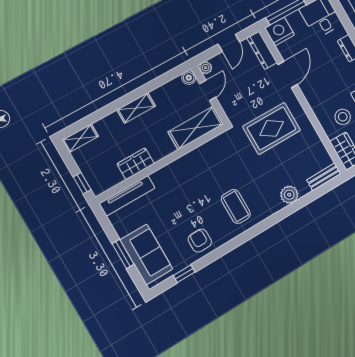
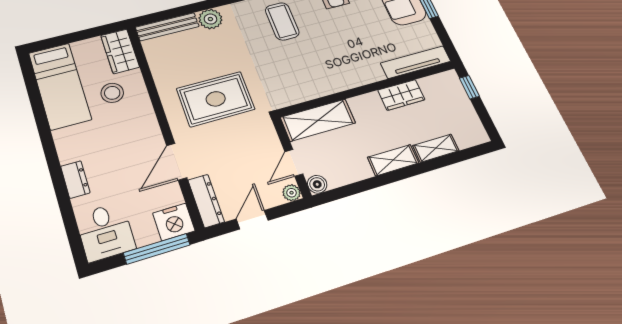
shelving: (80, 138) -> (436, 148), moved
bench: (324, 177) -> (167, 27), width x1.36

